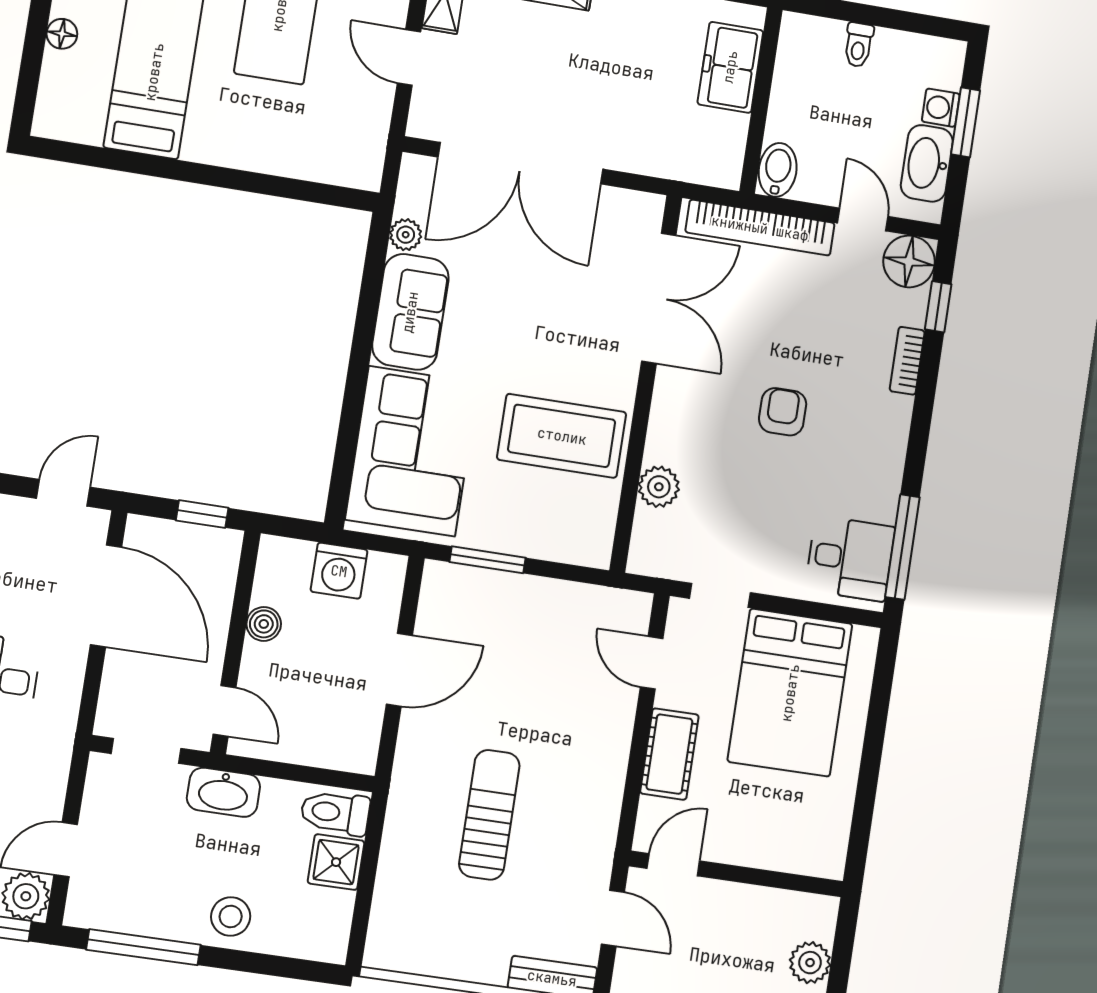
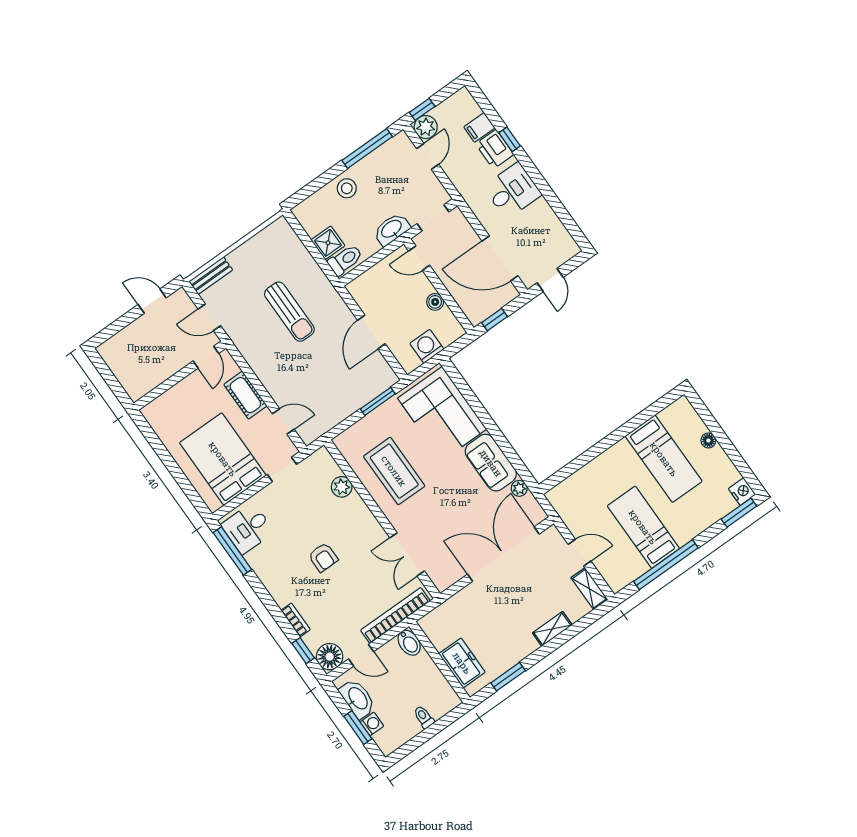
double door: (659, 298) -> (407, 554), width x0.73
coffee table: (562, 436) -> (394, 471), turned 90
plant: (810, 963) -> (122, 370), removed

